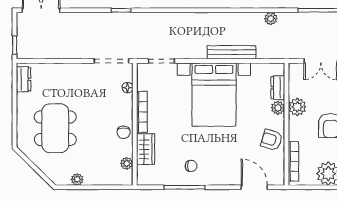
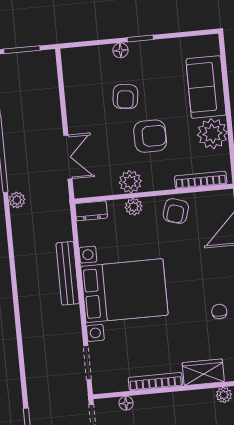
plant: (271, 19) -> (17, 200), moved
dresser: (278, 88) -> (91, 211), moved
chair: (124, 132) -> (184, 403), removed

